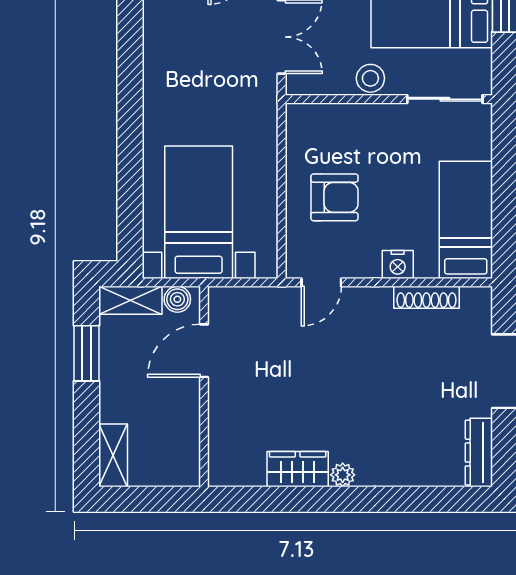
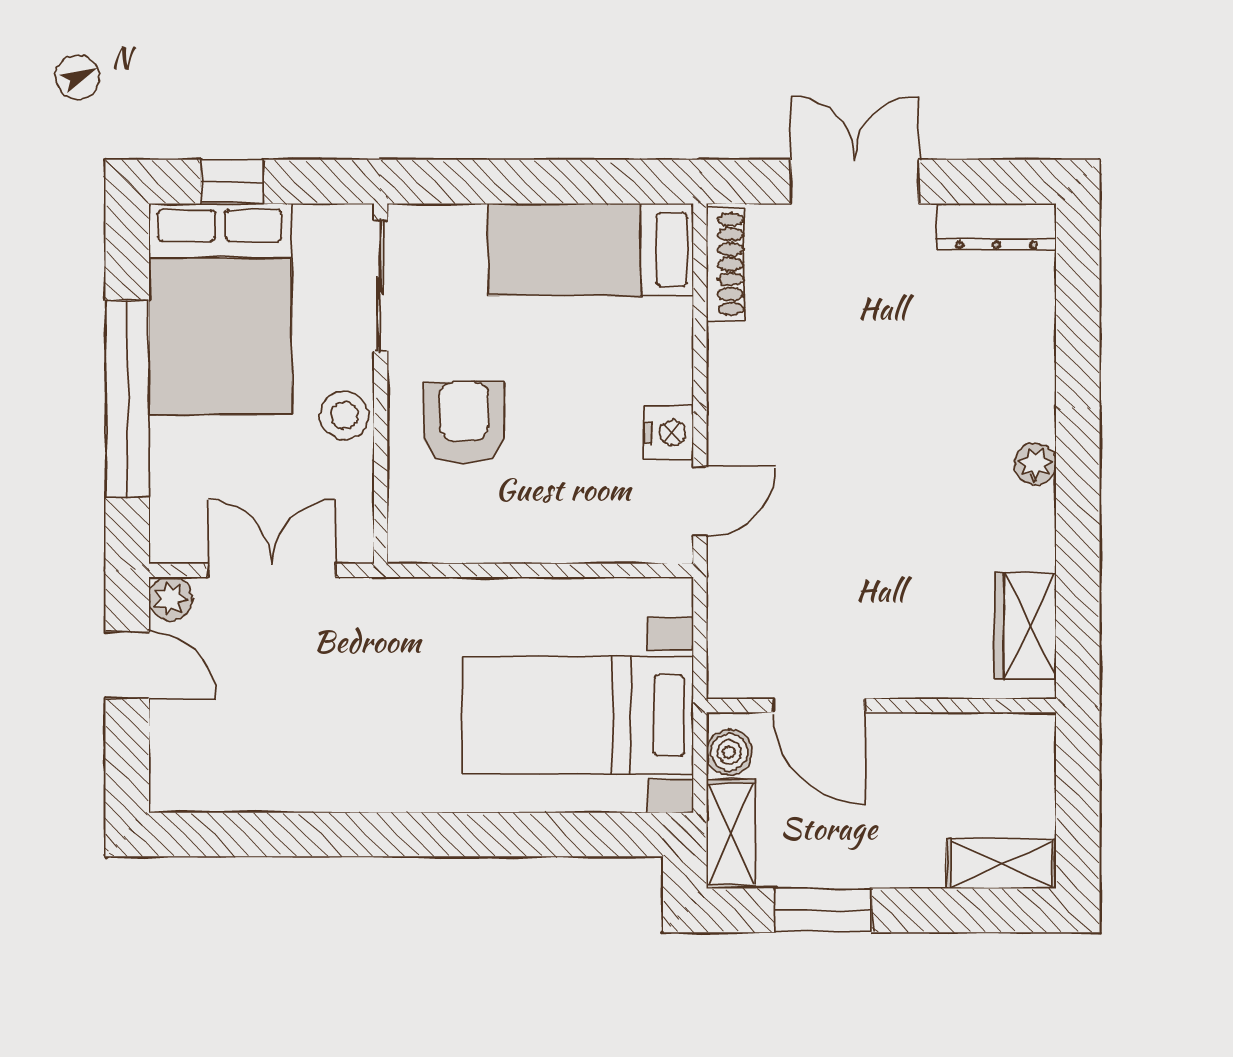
armchair: (335, 197) -> (464, 423), moved
nightstand: (398, 265) -> (669, 433), moved
door: (321, 282) -> (700, 501), hinge flipped
shoe rack: (426, 297) -> (726, 264), moved
wardrobe: (298, 469) -> (1025, 626), moved

